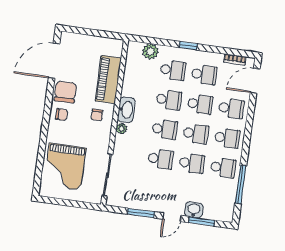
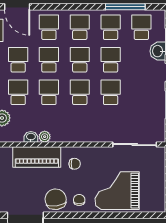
chair: (65, 92) -> (56, 199), turned 82
washbasin: (126, 110) -> (31, 137), moved, width x0.52, depth x0.69
plant: (122, 129) -> (45, 137), moved
grand piano: (65, 167) -> (117, 191), moved, turned 180
school desk: (219, 197) -> (141, 27), added

